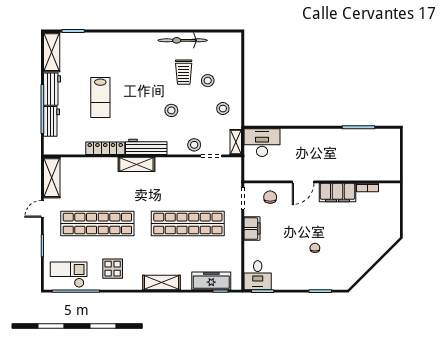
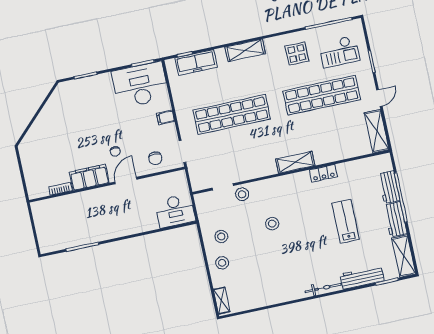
bicycle: (183, 40) -> (323, 288), moved, width x0.73, depth x0.71
trolley: (184, 72) -> (268, 264), removed
stool: (208, 81) -> (222, 263), moved
shelving: (236, 142) -> (222, 300), moved
workbench: (146, 147) -> (362, 278), moved, turned 180
locker: (105, 148) -> (323, 173), width x0.66
filing cabinet: (252, 229) -> (166, 117), width x0.50
chair: (315, 248) -> (115, 151), moved
checkout: (69, 275) -> (339, 52), moved
desk: (258, 275) -> (140, 85), width x1.87, depth x1.30

